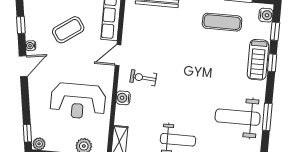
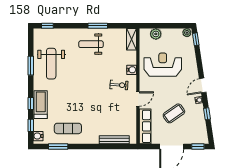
weight bench: (238, 117) -> (51, 64), turned 90

